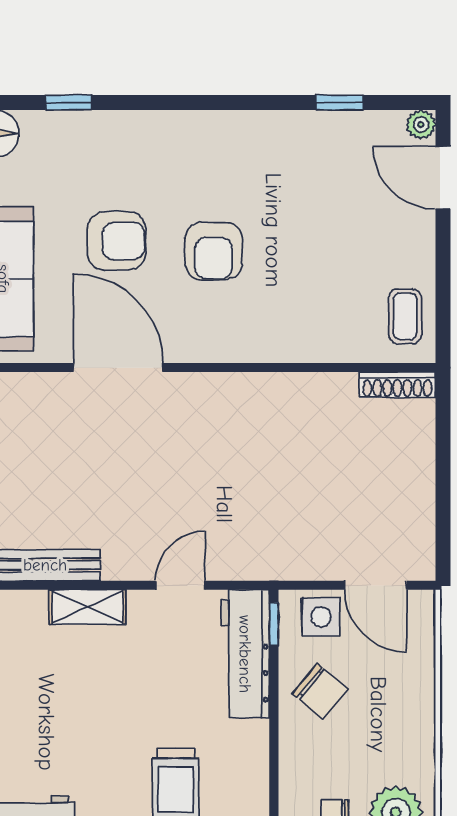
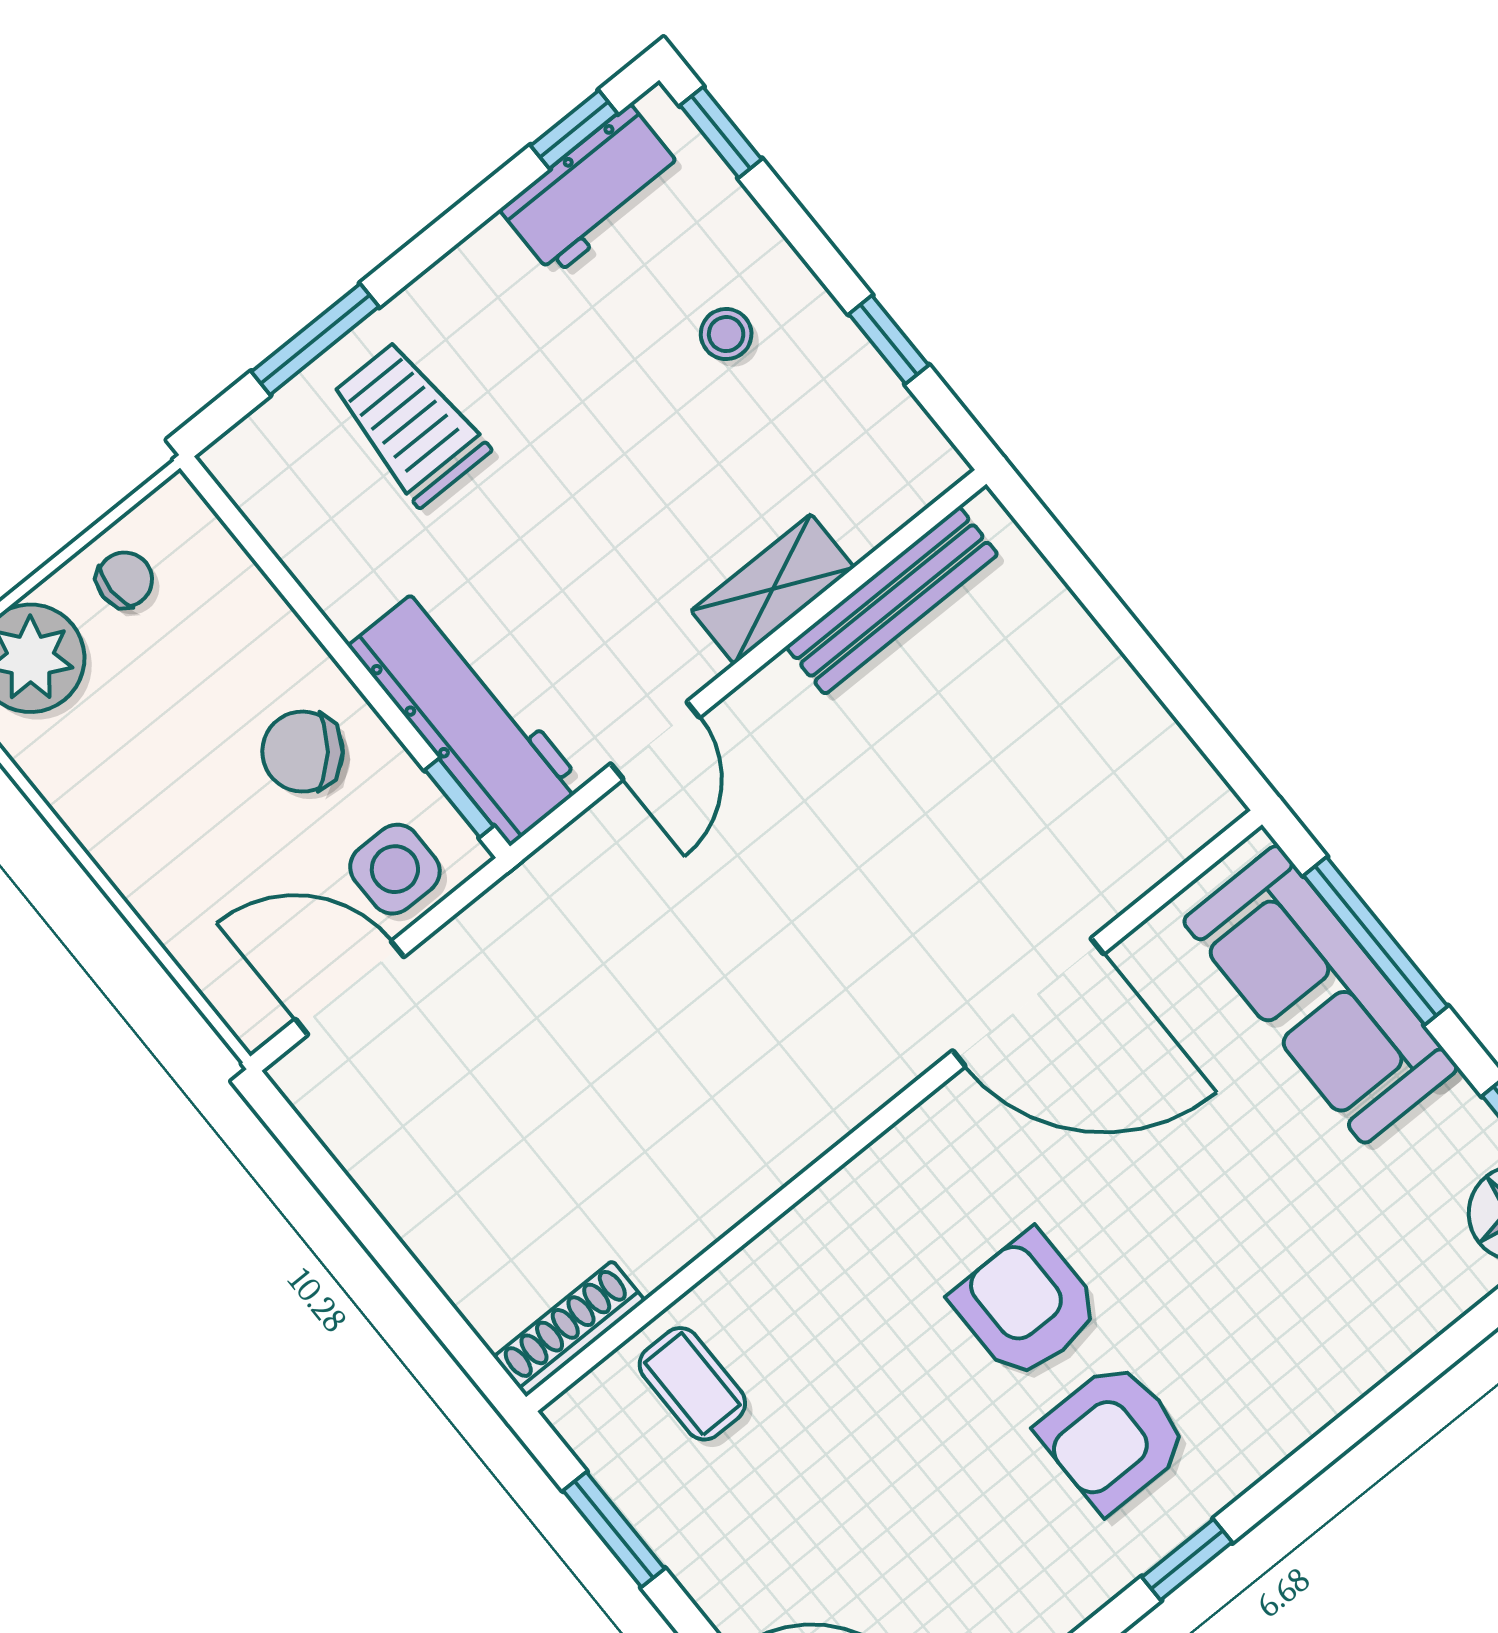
window: (69, 103) -> (1187, 1560), moved
armchair: (116, 241) -> (1113, 1437), moved
window: (443, 293) -> (614, 1530), added
coffee table: (405, 316) -> (692, 1384), moved
stool: (26, 720) -> (726, 334), added

